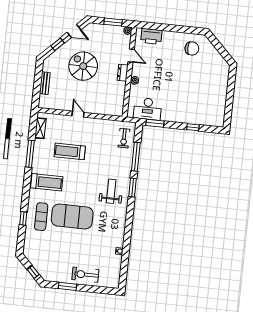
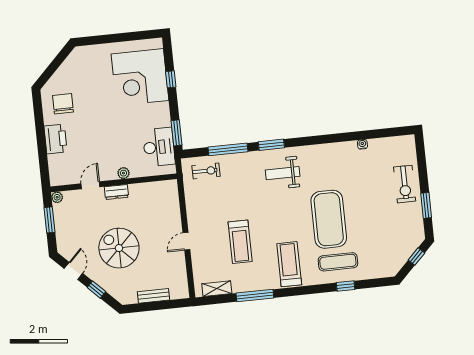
printer: (151, 36) -> (56, 139), moved
spiral stairs: (83, 66) -> (119, 248), turned 90
corner desk: (199, 106) -> (140, 77), added

